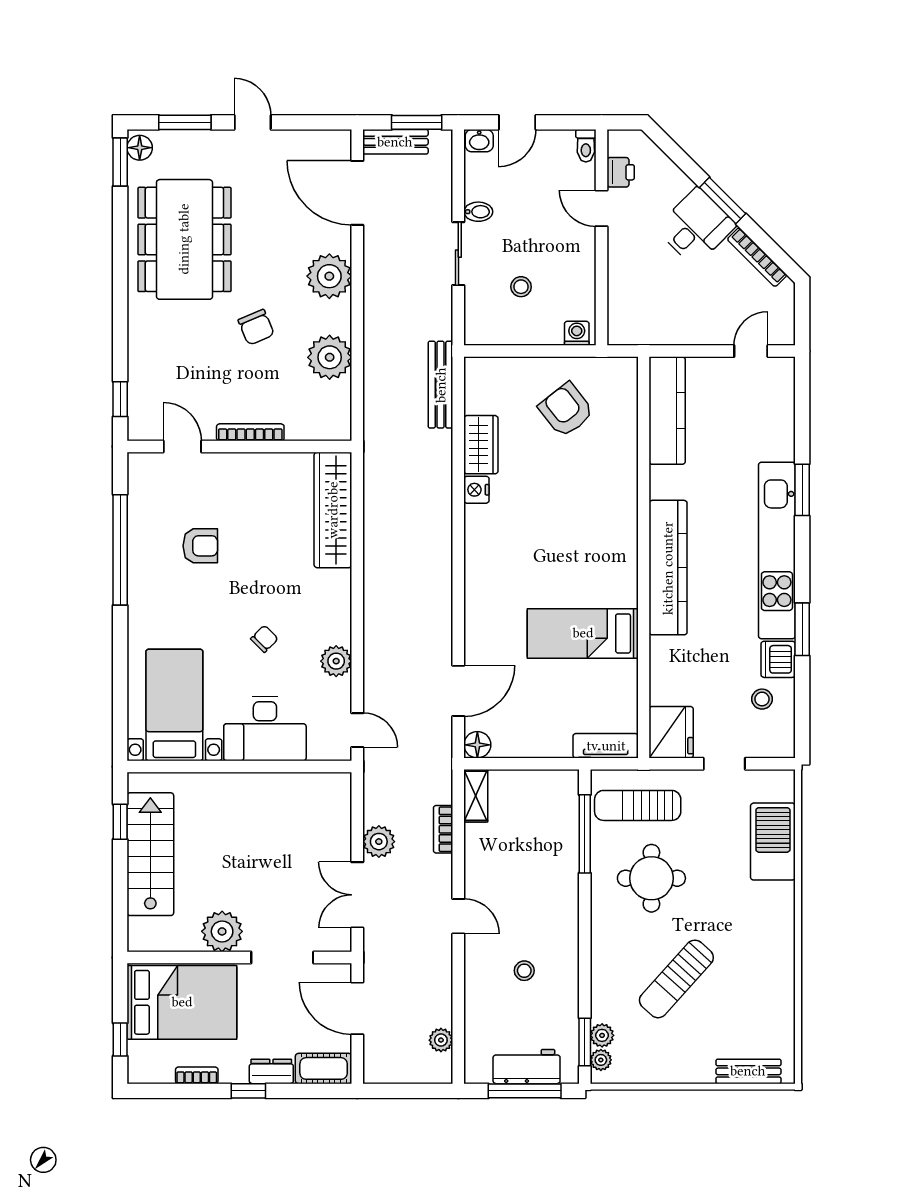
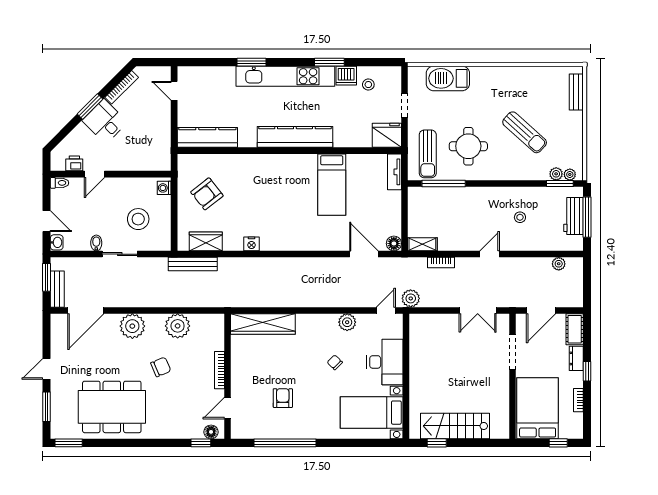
floor lamp: (140, 148) -> (211, 432), moved
stool: (521, 287) -> (138, 219), width x1.89, depth x1.89
wardrobe: (481, 445) -> (206, 241), moved
plant: (379, 842) -> (411, 298), moved
plant: (222, 931) -> (498, 386), removed

